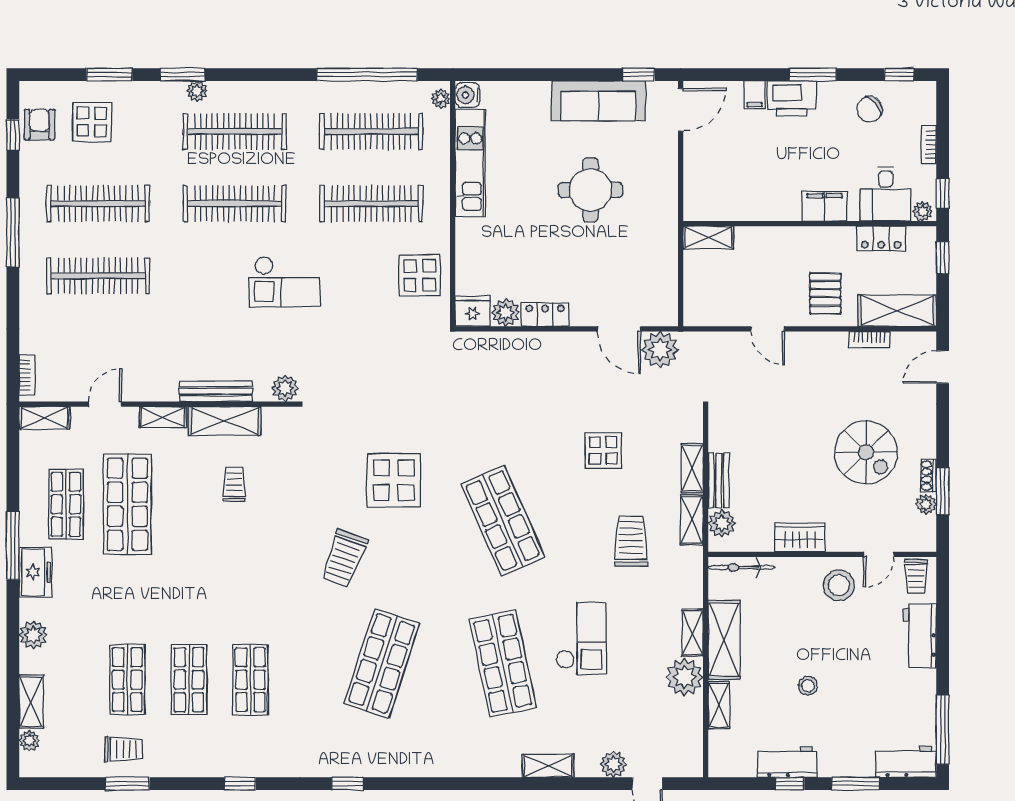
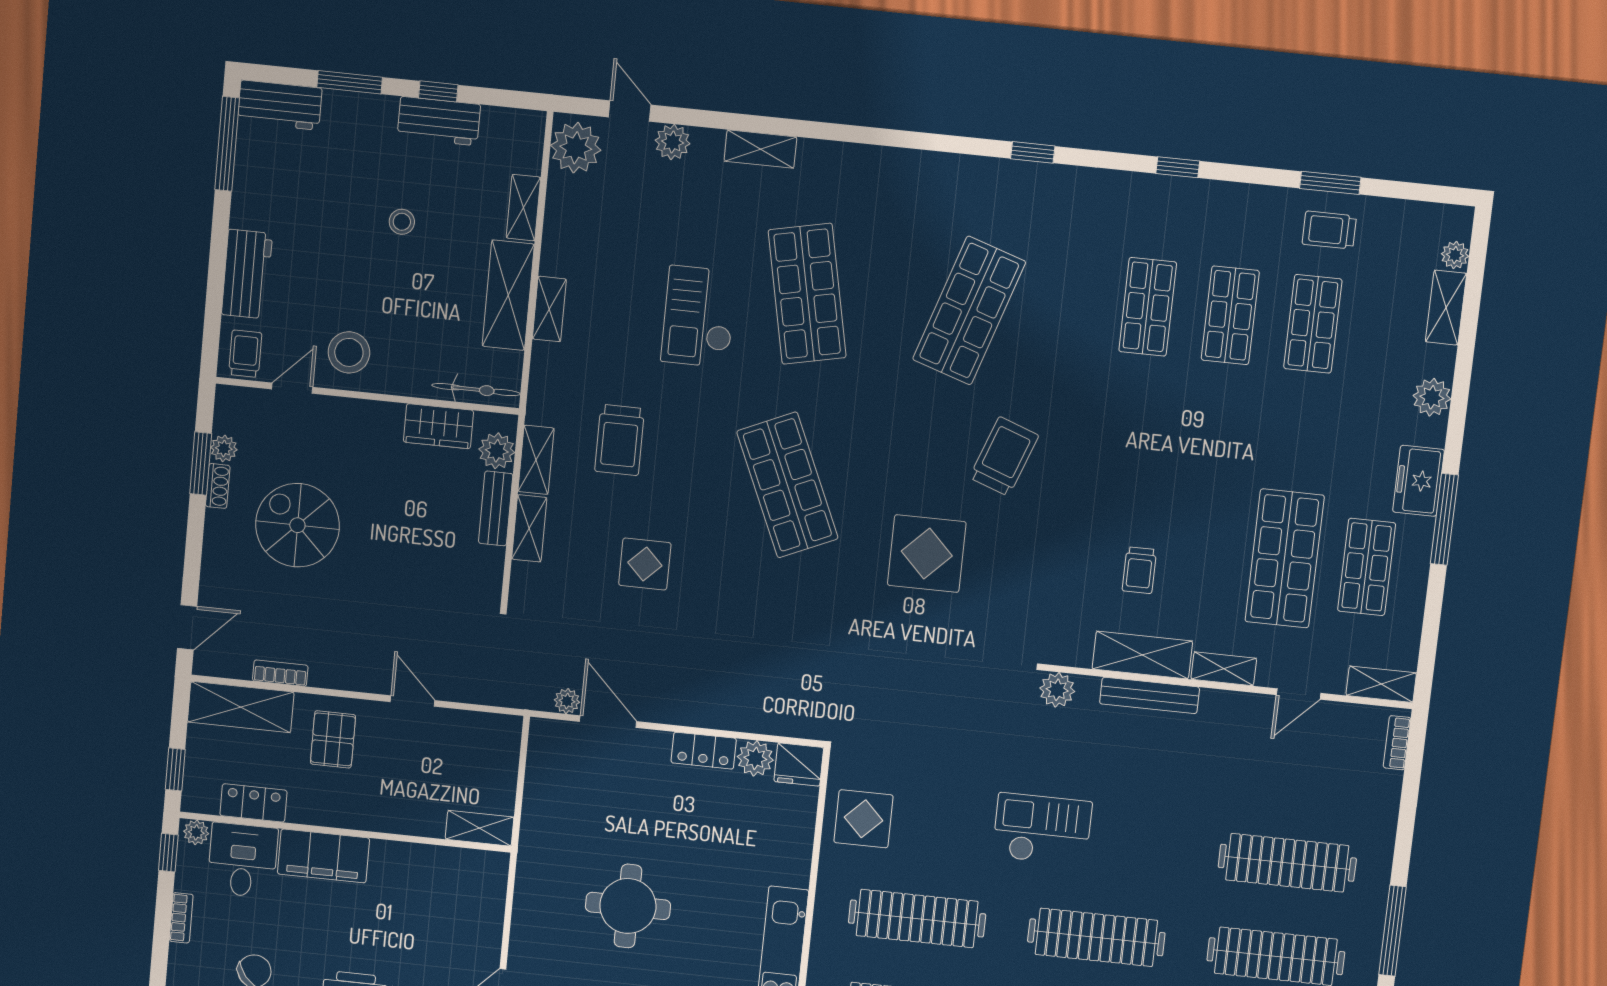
filing cabinet: (825, 206) -> (323, 856), width x1.50, depth x1.17
plant: (660, 350) -> (567, 701), width x0.53, depth x0.53
wardrobe: (800, 537) -> (438, 426), moved
plant: (684, 677) -> (576, 148), moved

